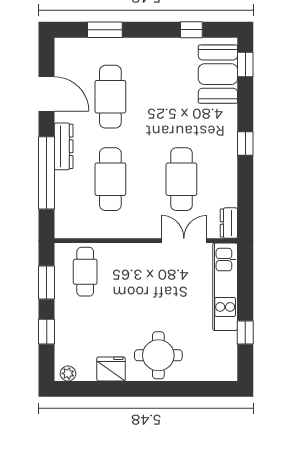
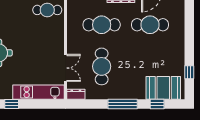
window: (105, 30) -> (189, 22), removed
window: (245, 64) -> (157, 104), moved
window: (245, 144) -> (123, 104), width x2.17
cafe table: (181, 179) -> (102, 66), turned 90

